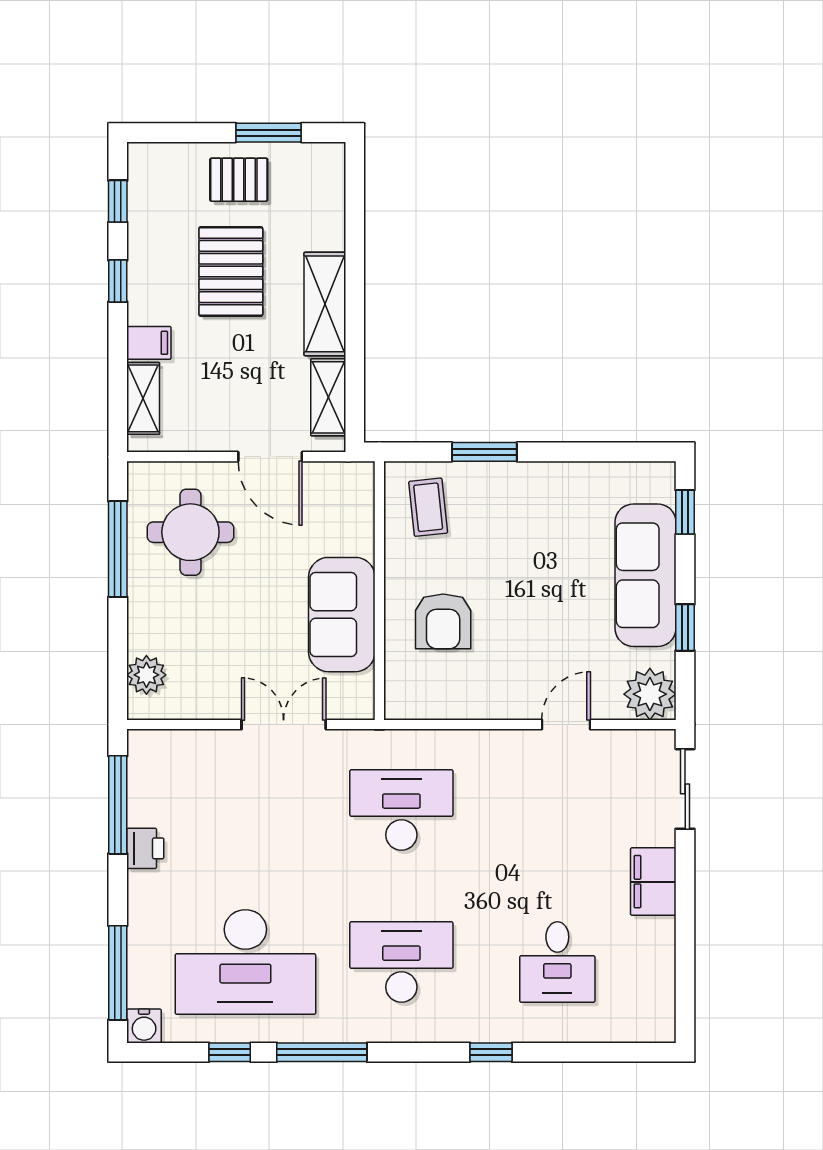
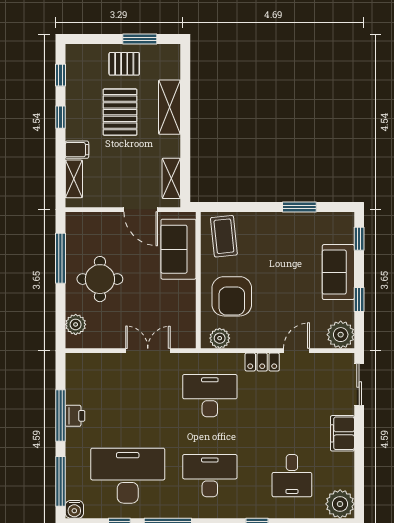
shelving: (325, 304) -> (170, 107), moved
window: (484, 452) -> (299, 207), moved
coffee table: (428, 507) -> (224, 236), width x1.36, depth x1.30
round table: (190, 532) -> (100, 279), moved
sofa: (646, 575) -> (338, 272), width x0.73
sofa: (342, 615) -> (178, 249), moved
armchair: (443, 621) -> (232, 296), width x1.36, depth x1.36
plant: (420, 701) -> (220, 338), added
locker: (501, 746) -> (262, 362), added
window: (118, 805) -> (60, 416), moved
desk: (245, 962) -> (128, 476), turned 180
plant: (649, 1016) -> (340, 504), added

